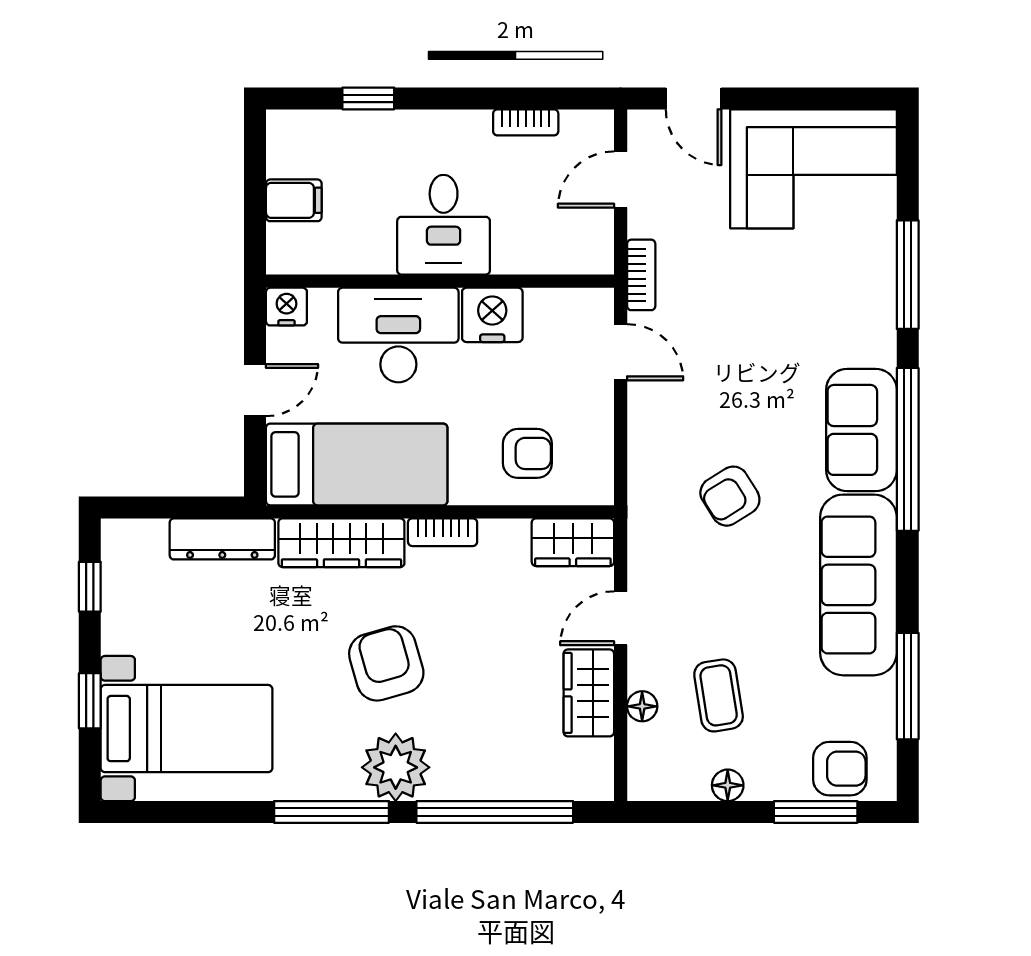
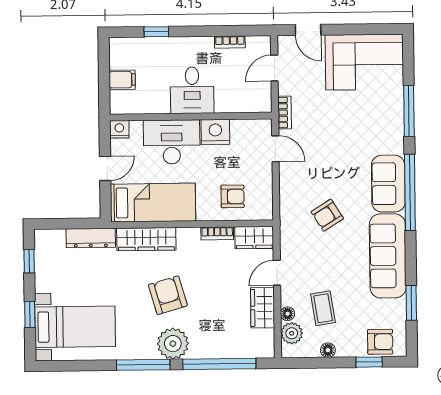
bookcase: (443, 532) -> (217, 233), moved
window: (908, 686) -> (411, 303), width x0.69
plant: (651, 748) -> (292, 333), added
window: (816, 812) -> (369, 362), width x0.67

